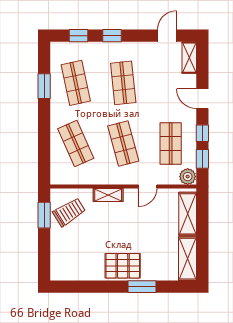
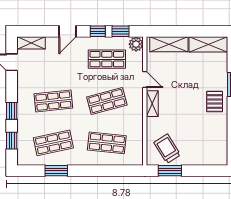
shop shelf: (76, 143) -> (107, 143), turned 30
shelving: (108, 195) -> (152, 104), moved
pallet: (123, 266) -> (215, 101), width x0.67, depth x0.71

